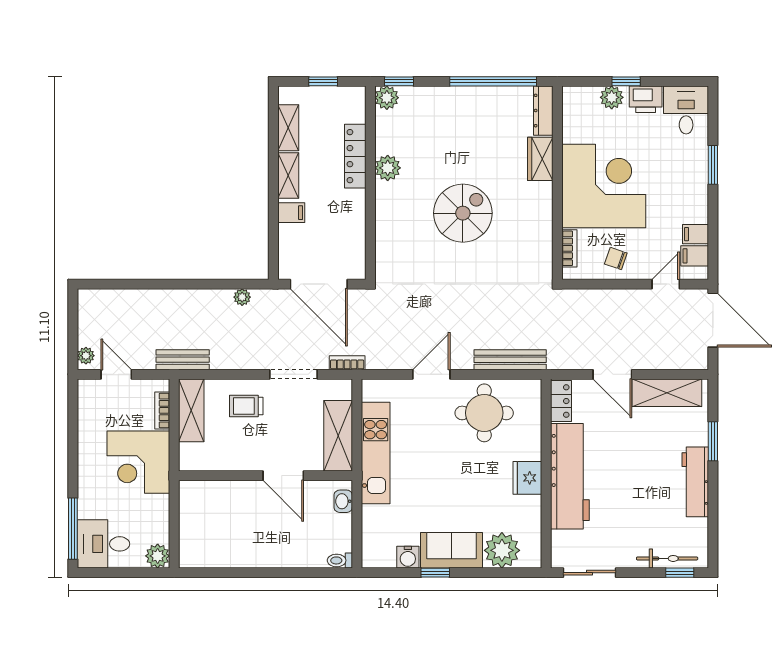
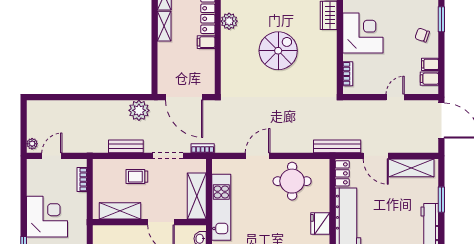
corner desk: (604, 186) -> (363, 33), width x0.74, depth x0.74
filing cabinet: (291, 213) -> (206, 42), moved, turned 180
chair: (616, 258) -> (422, 35), moved
door: (666, 284) -> (395, 97), moved
plant: (242, 297) -> (139, 110), width x1.87, depth x1.87
bench: (183, 360) -> (126, 146), moved
bench: (510, 360) -> (337, 146), moved
door: (116, 374) -> (52, 156), hinge flipped
shelving: (191, 410) -> (120, 211), moved, turned 90
corner desk: (138, 462) -> (47, 217), moved, turned 180

